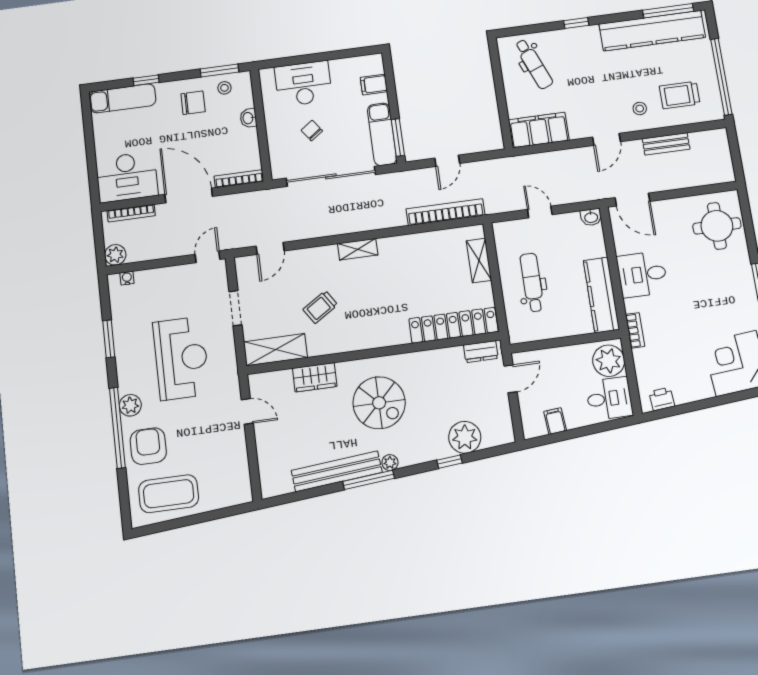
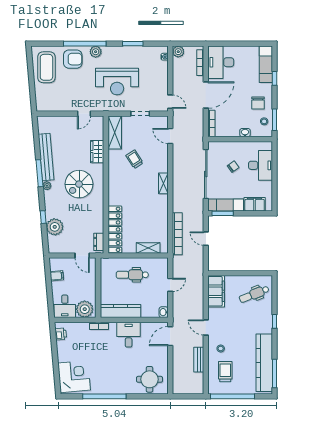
filing cabinet: (374, 85) -> (255, 204), width x2.00
dental chair: (532, 282) -> (132, 275), turned 180

